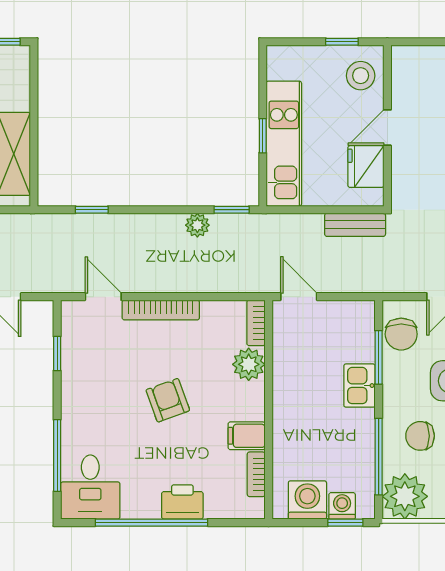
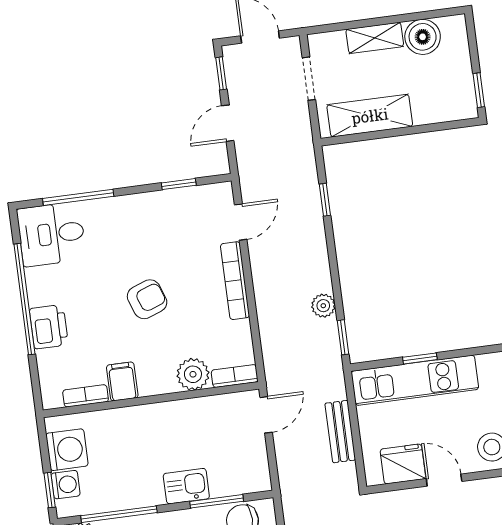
bench: (355, 225) -> (340, 432), moved

